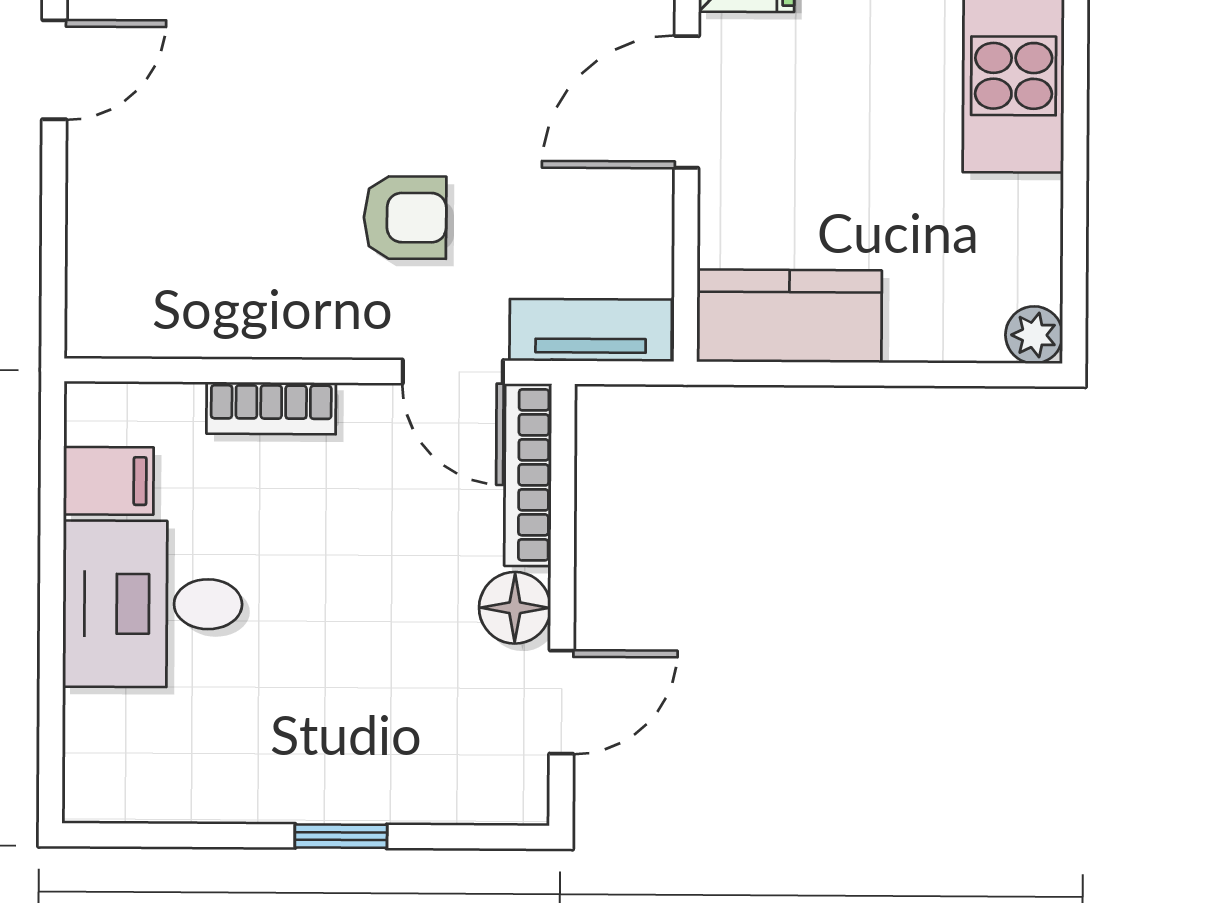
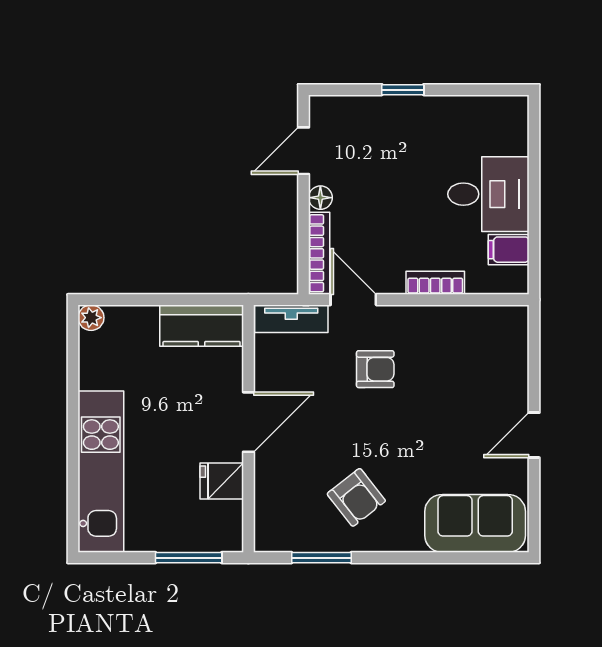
armchair: (405, 218) -> (375, 369), turned 180
floor lamp: (515, 608) -> (320, 198), width x0.73, depth x0.73

